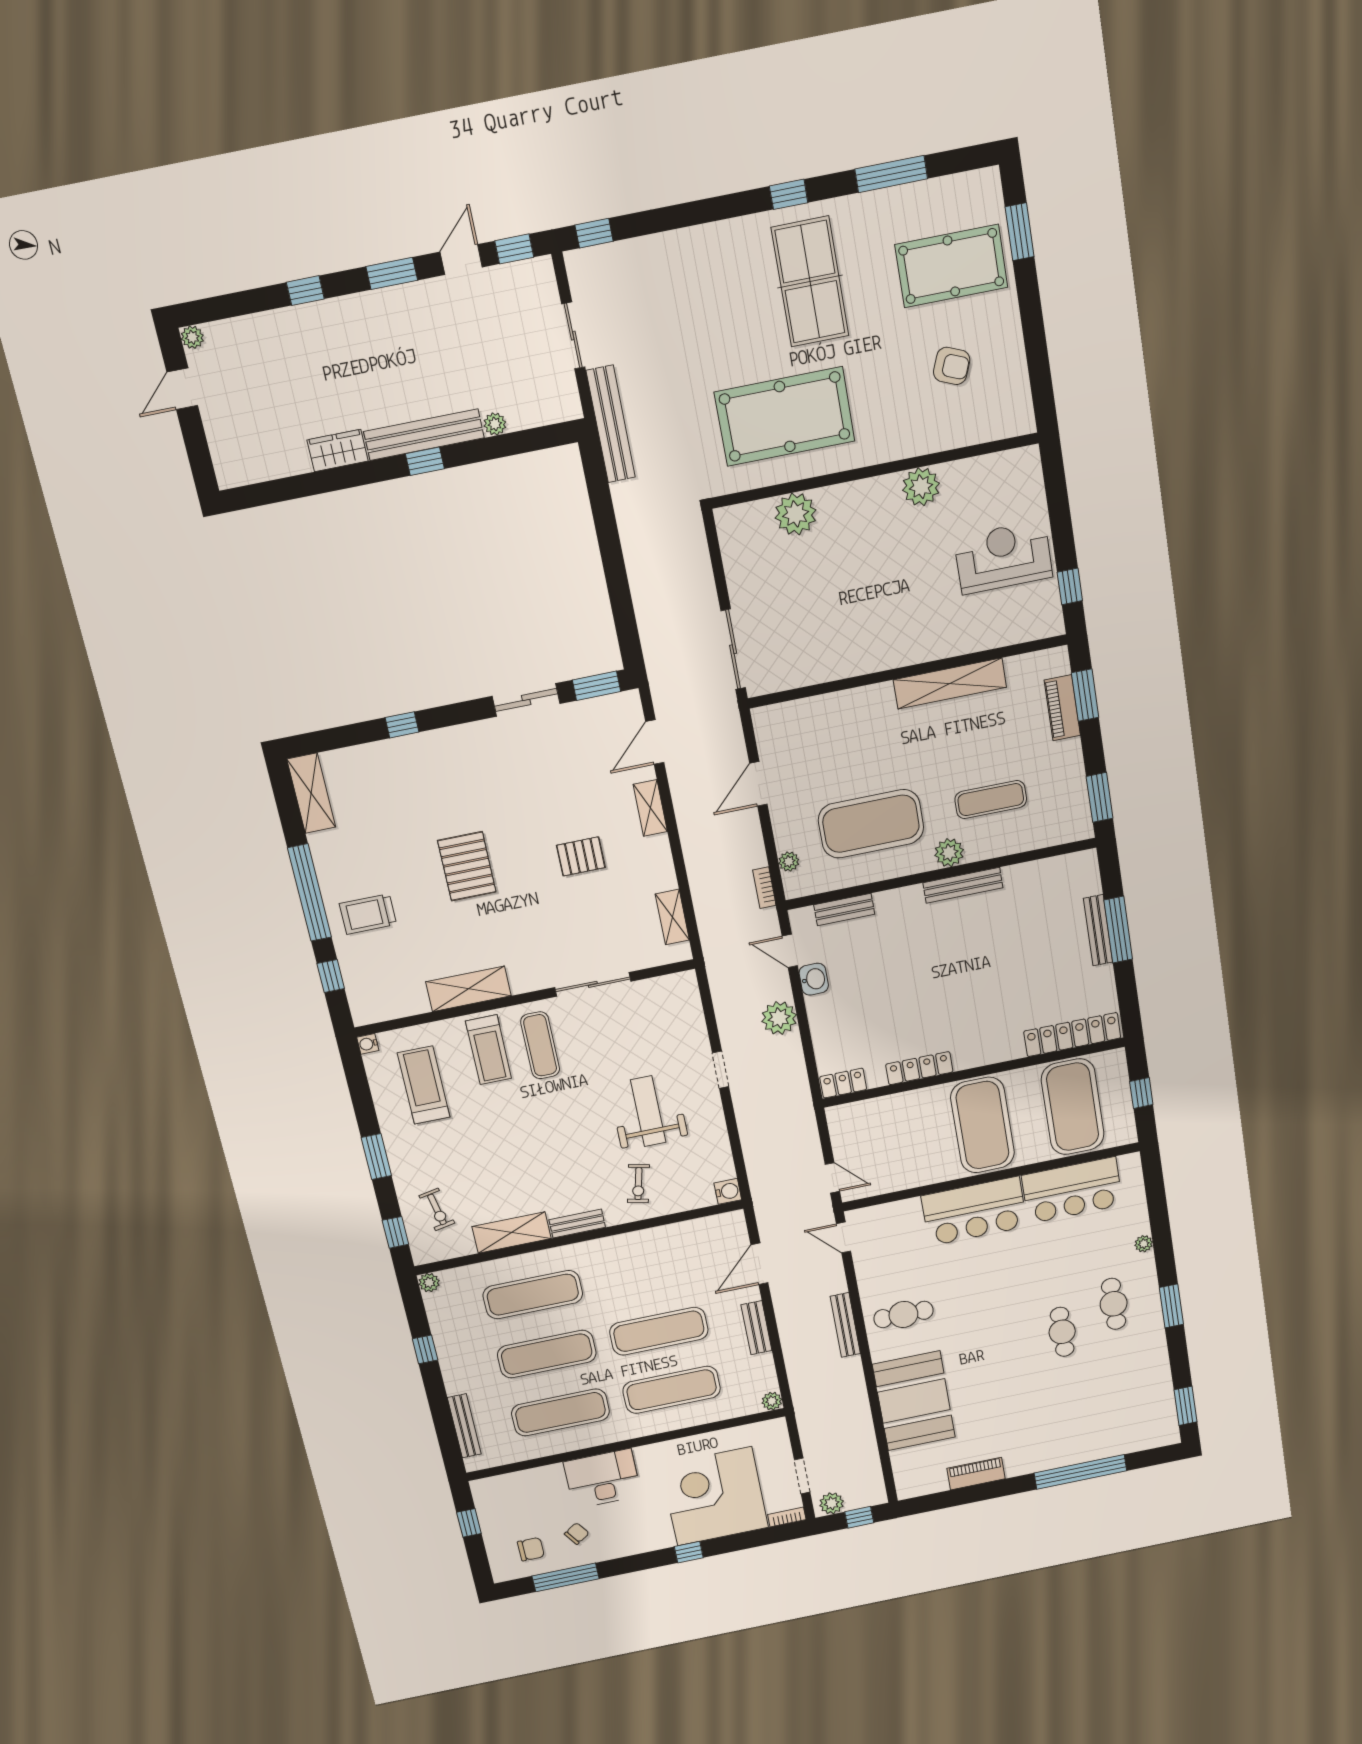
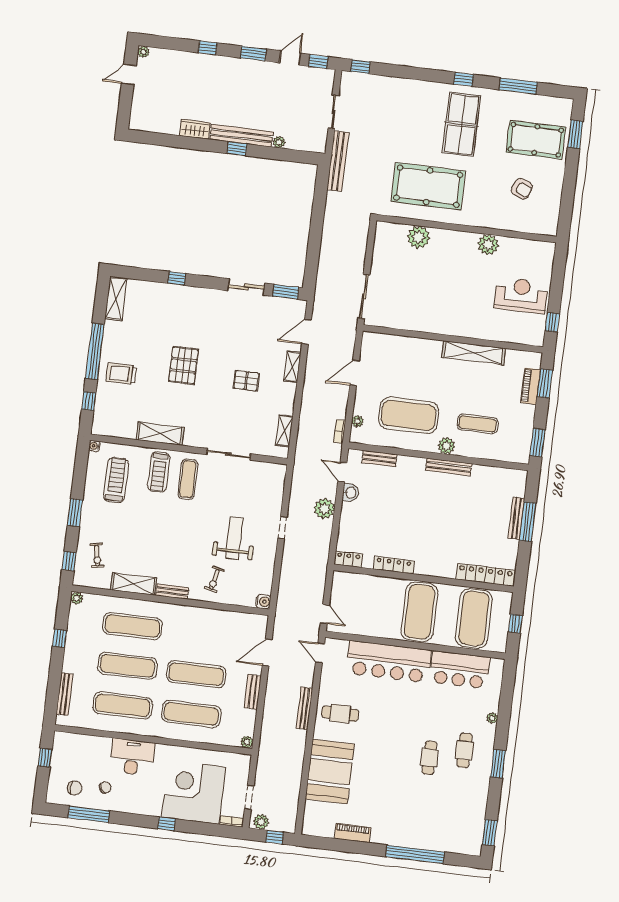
bar counter: (974, 1211) -> (389, 662), width x1.36

